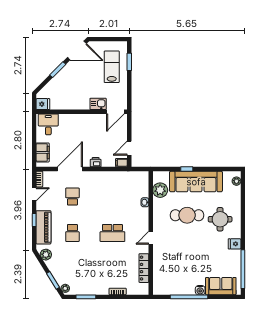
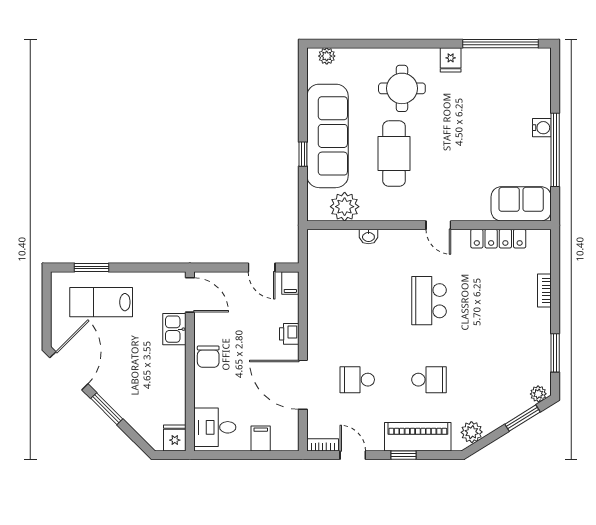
chair: (84, 121) -> (208, 357), added
filing cabinet: (43, 152) -> (261, 438), width x0.50
school desk: (112, 233) -> (429, 301), turned 180
sofa: (221, 286) -> (521, 204), moved, turned 90

